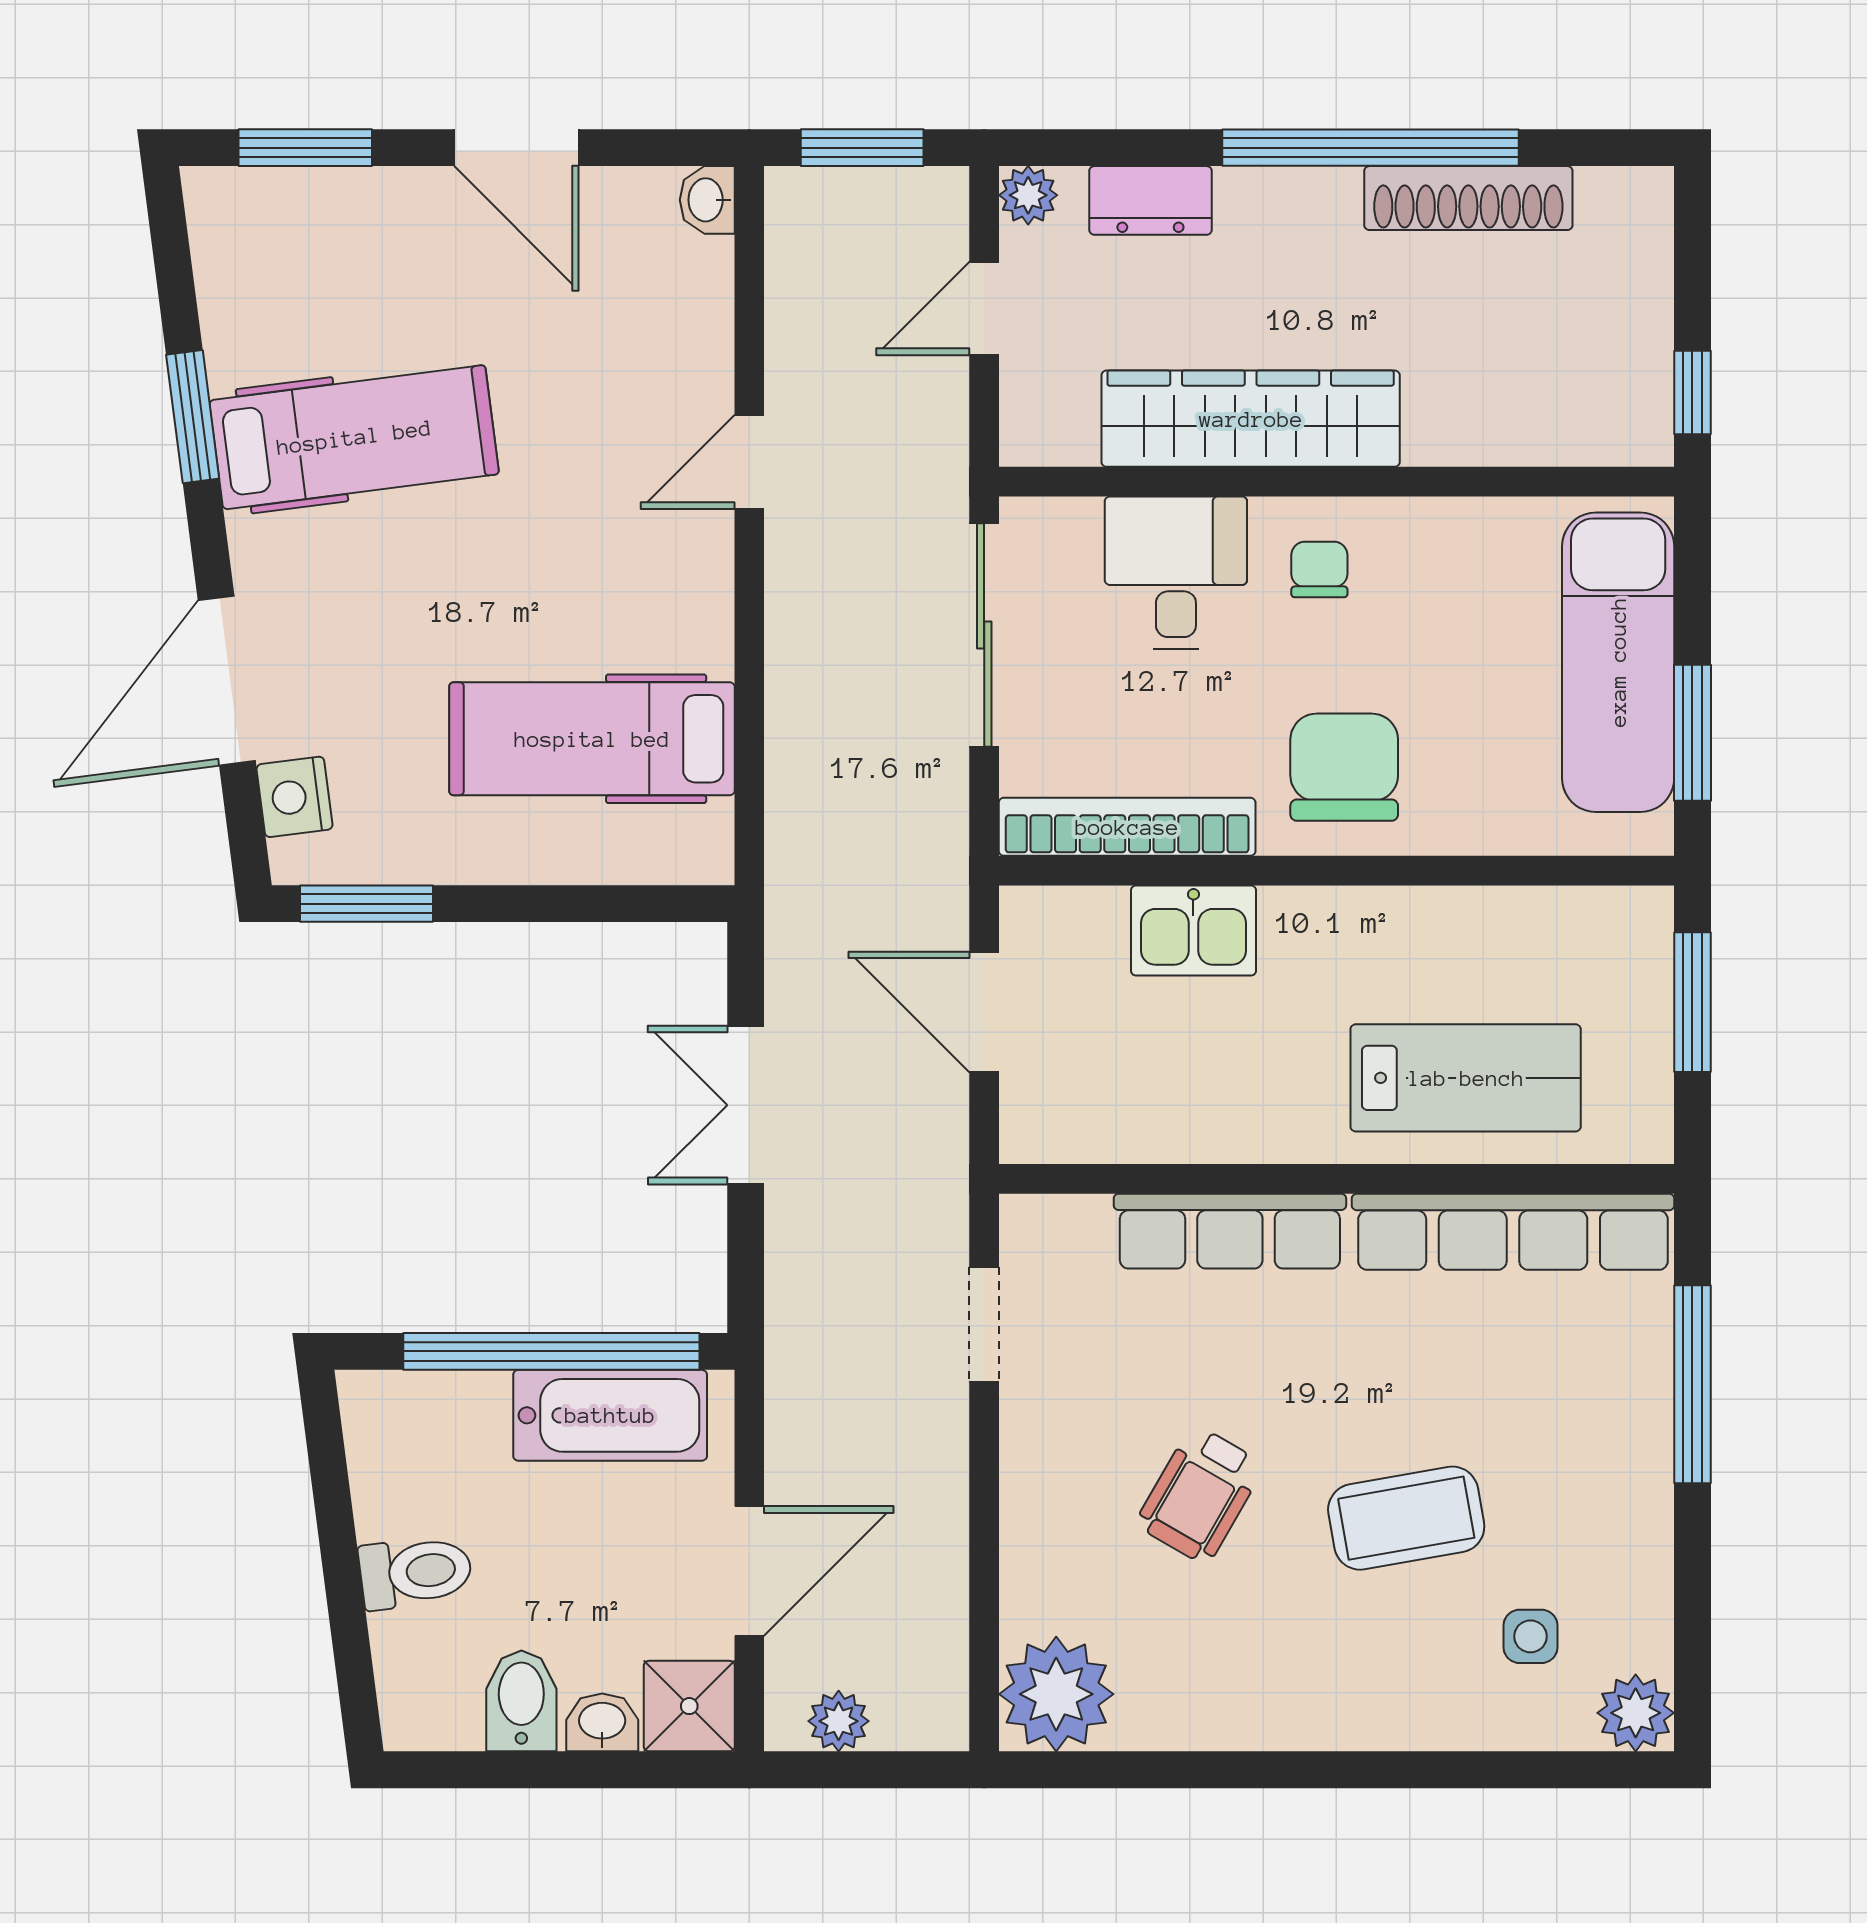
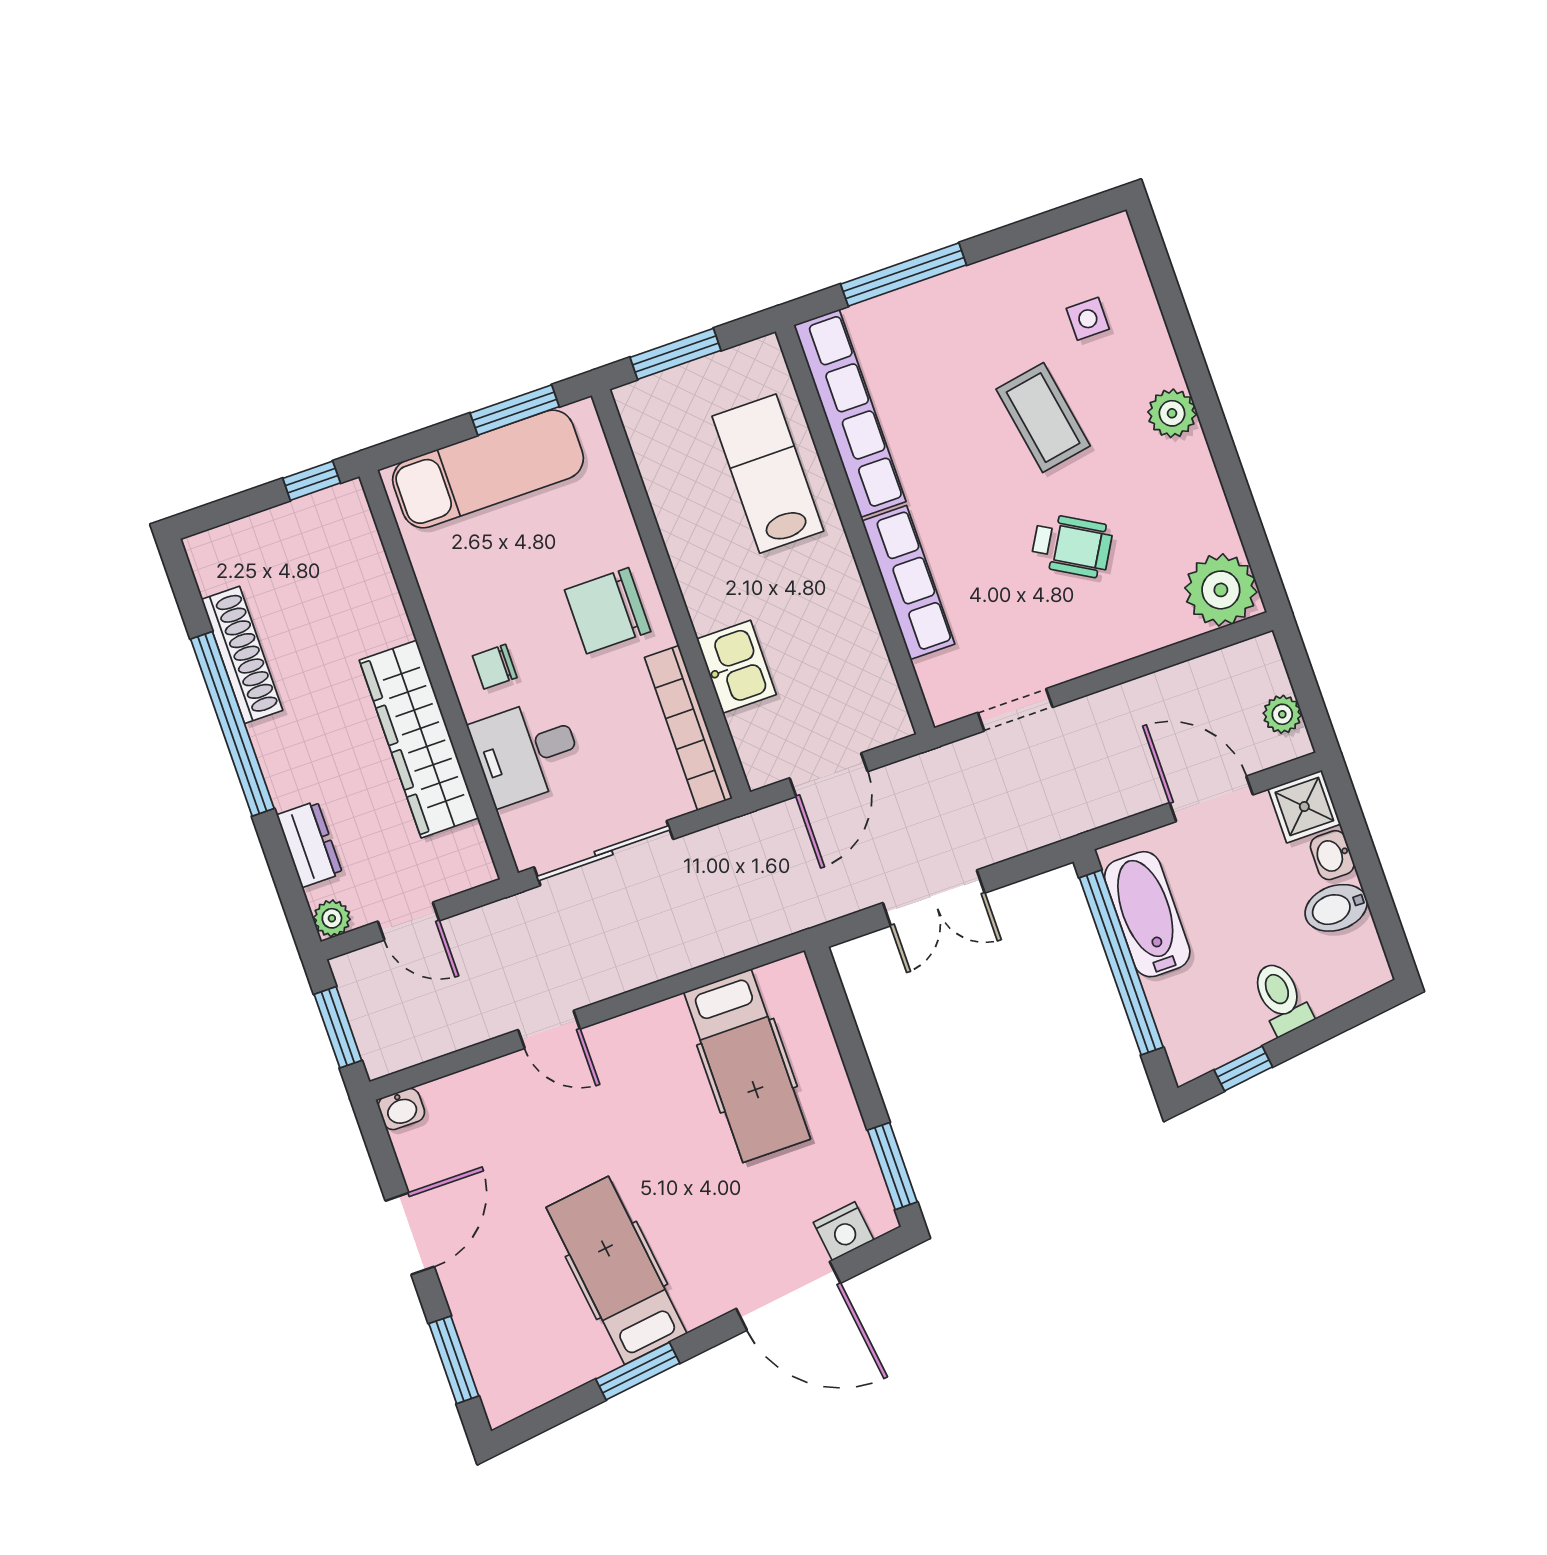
window: (330, 1479) -> (1243, 1068), added
plant: (1636, 1713) -> (1172, 413), moved

